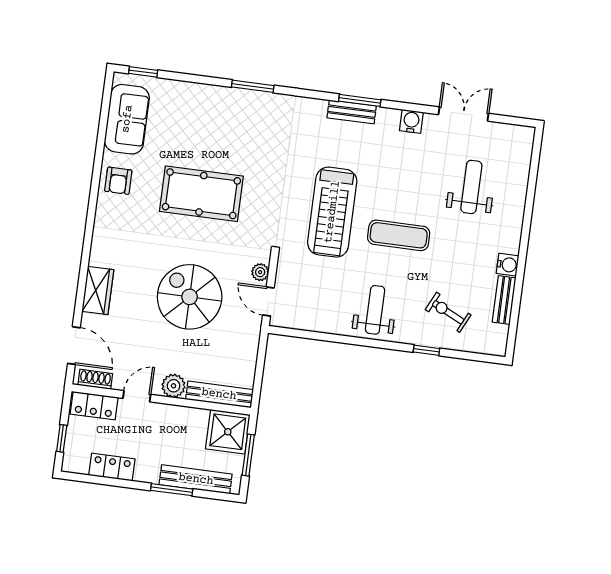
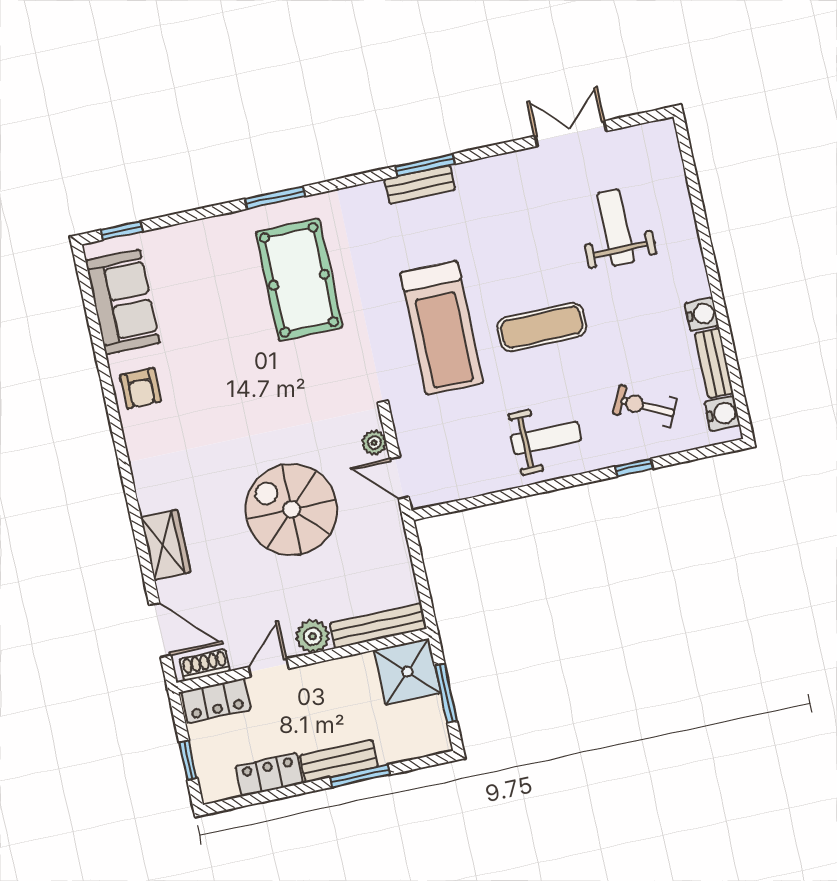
water cooler: (411, 121) -> (722, 414), moved, turned 90
pool table: (201, 194) -> (299, 280), moved, turned 90
weight bench: (375, 310) -> (546, 438), turned 90
bench: (196, 479) -> (339, 761), moved, width x0.73

